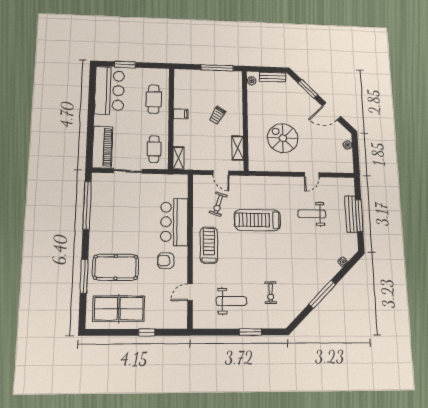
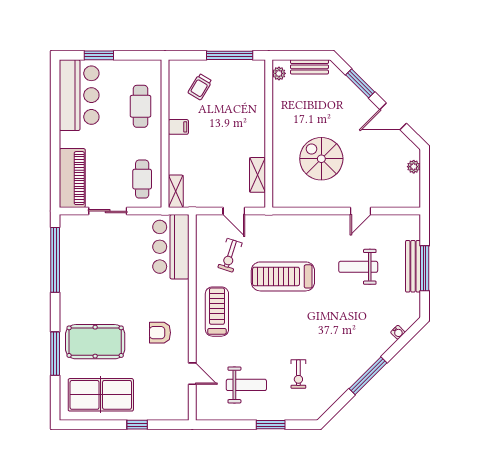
trolley: (217, 115) -> (200, 87), moved
bar counter: (174, 222) -> (171, 247), moved
door: (190, 292) -> (192, 374), swing flipped

